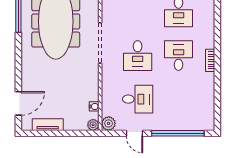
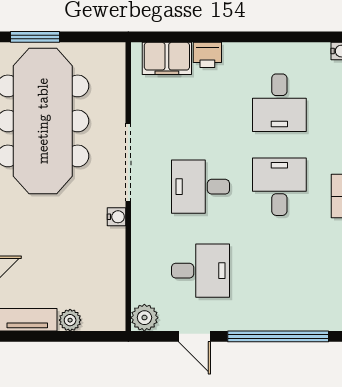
desk: (138, 56) -> (201, 187), turned 90
water cooler: (94, 106) -> (117, 217), moved
plant: (93, 125) -> (70, 320), moved

